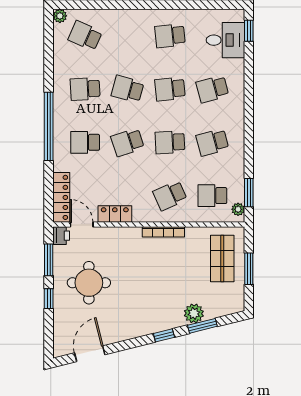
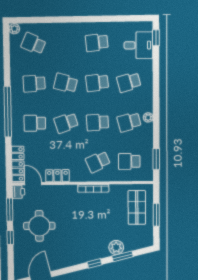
plant: (238, 209) -> (148, 117), moved

